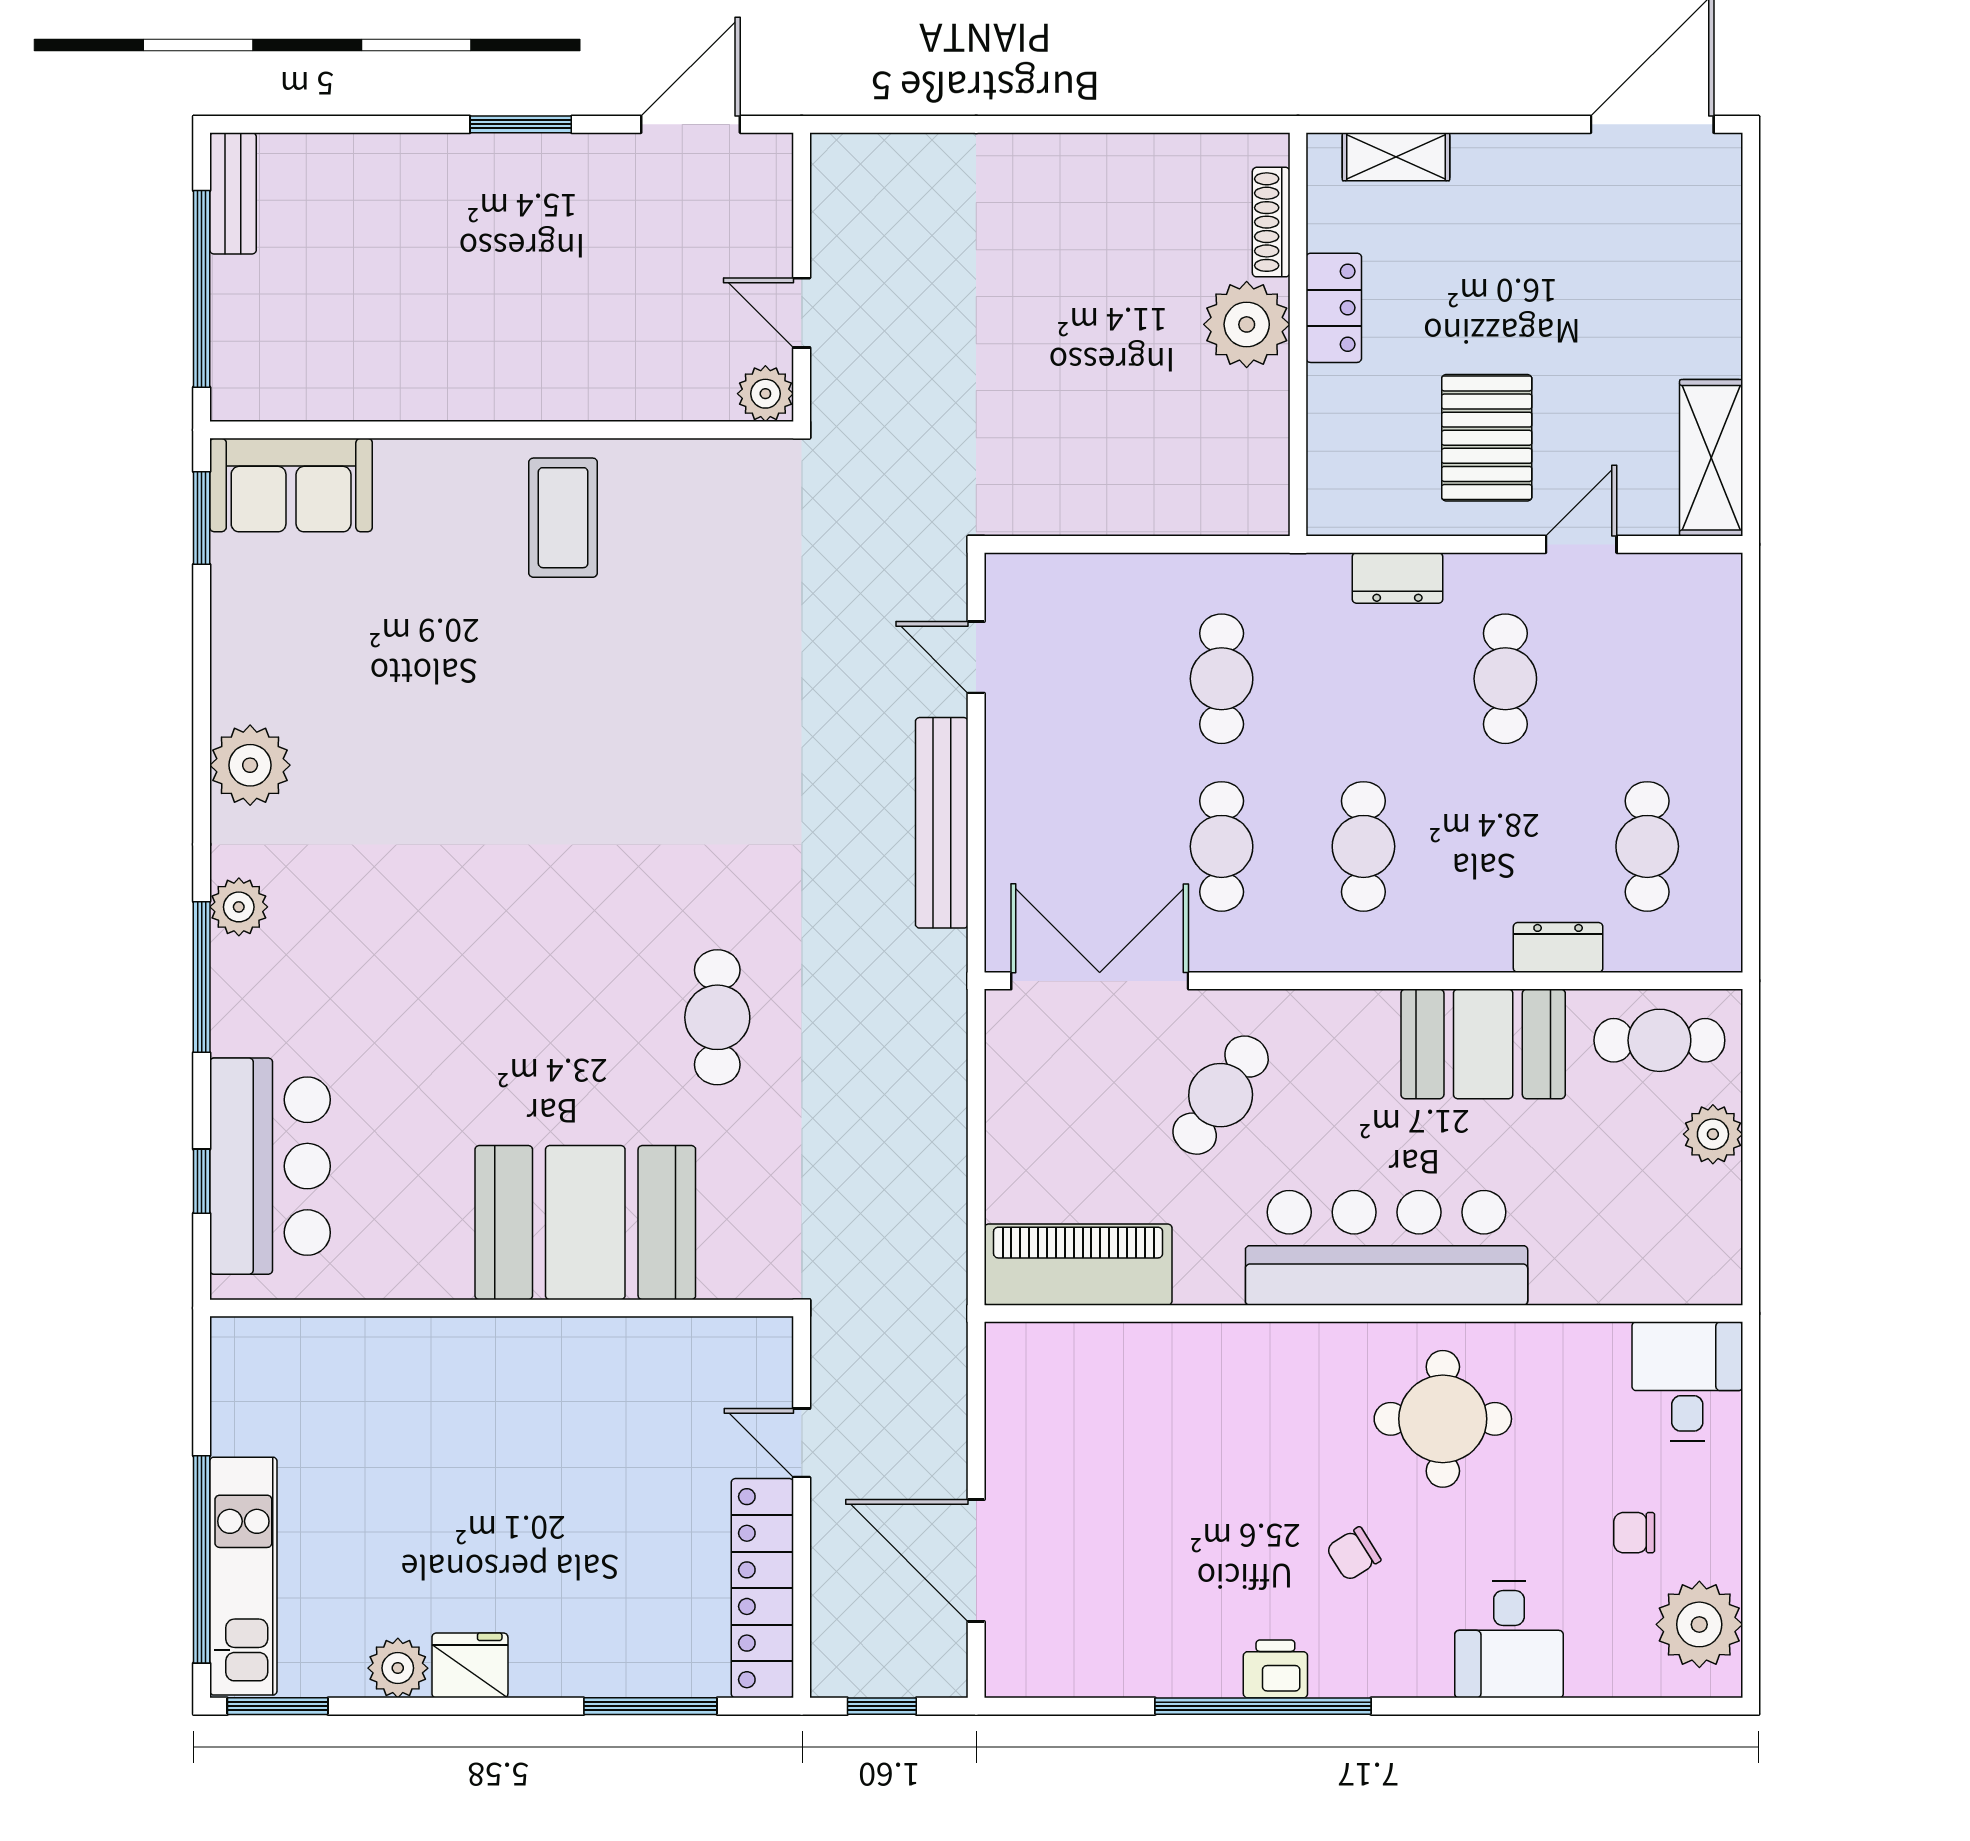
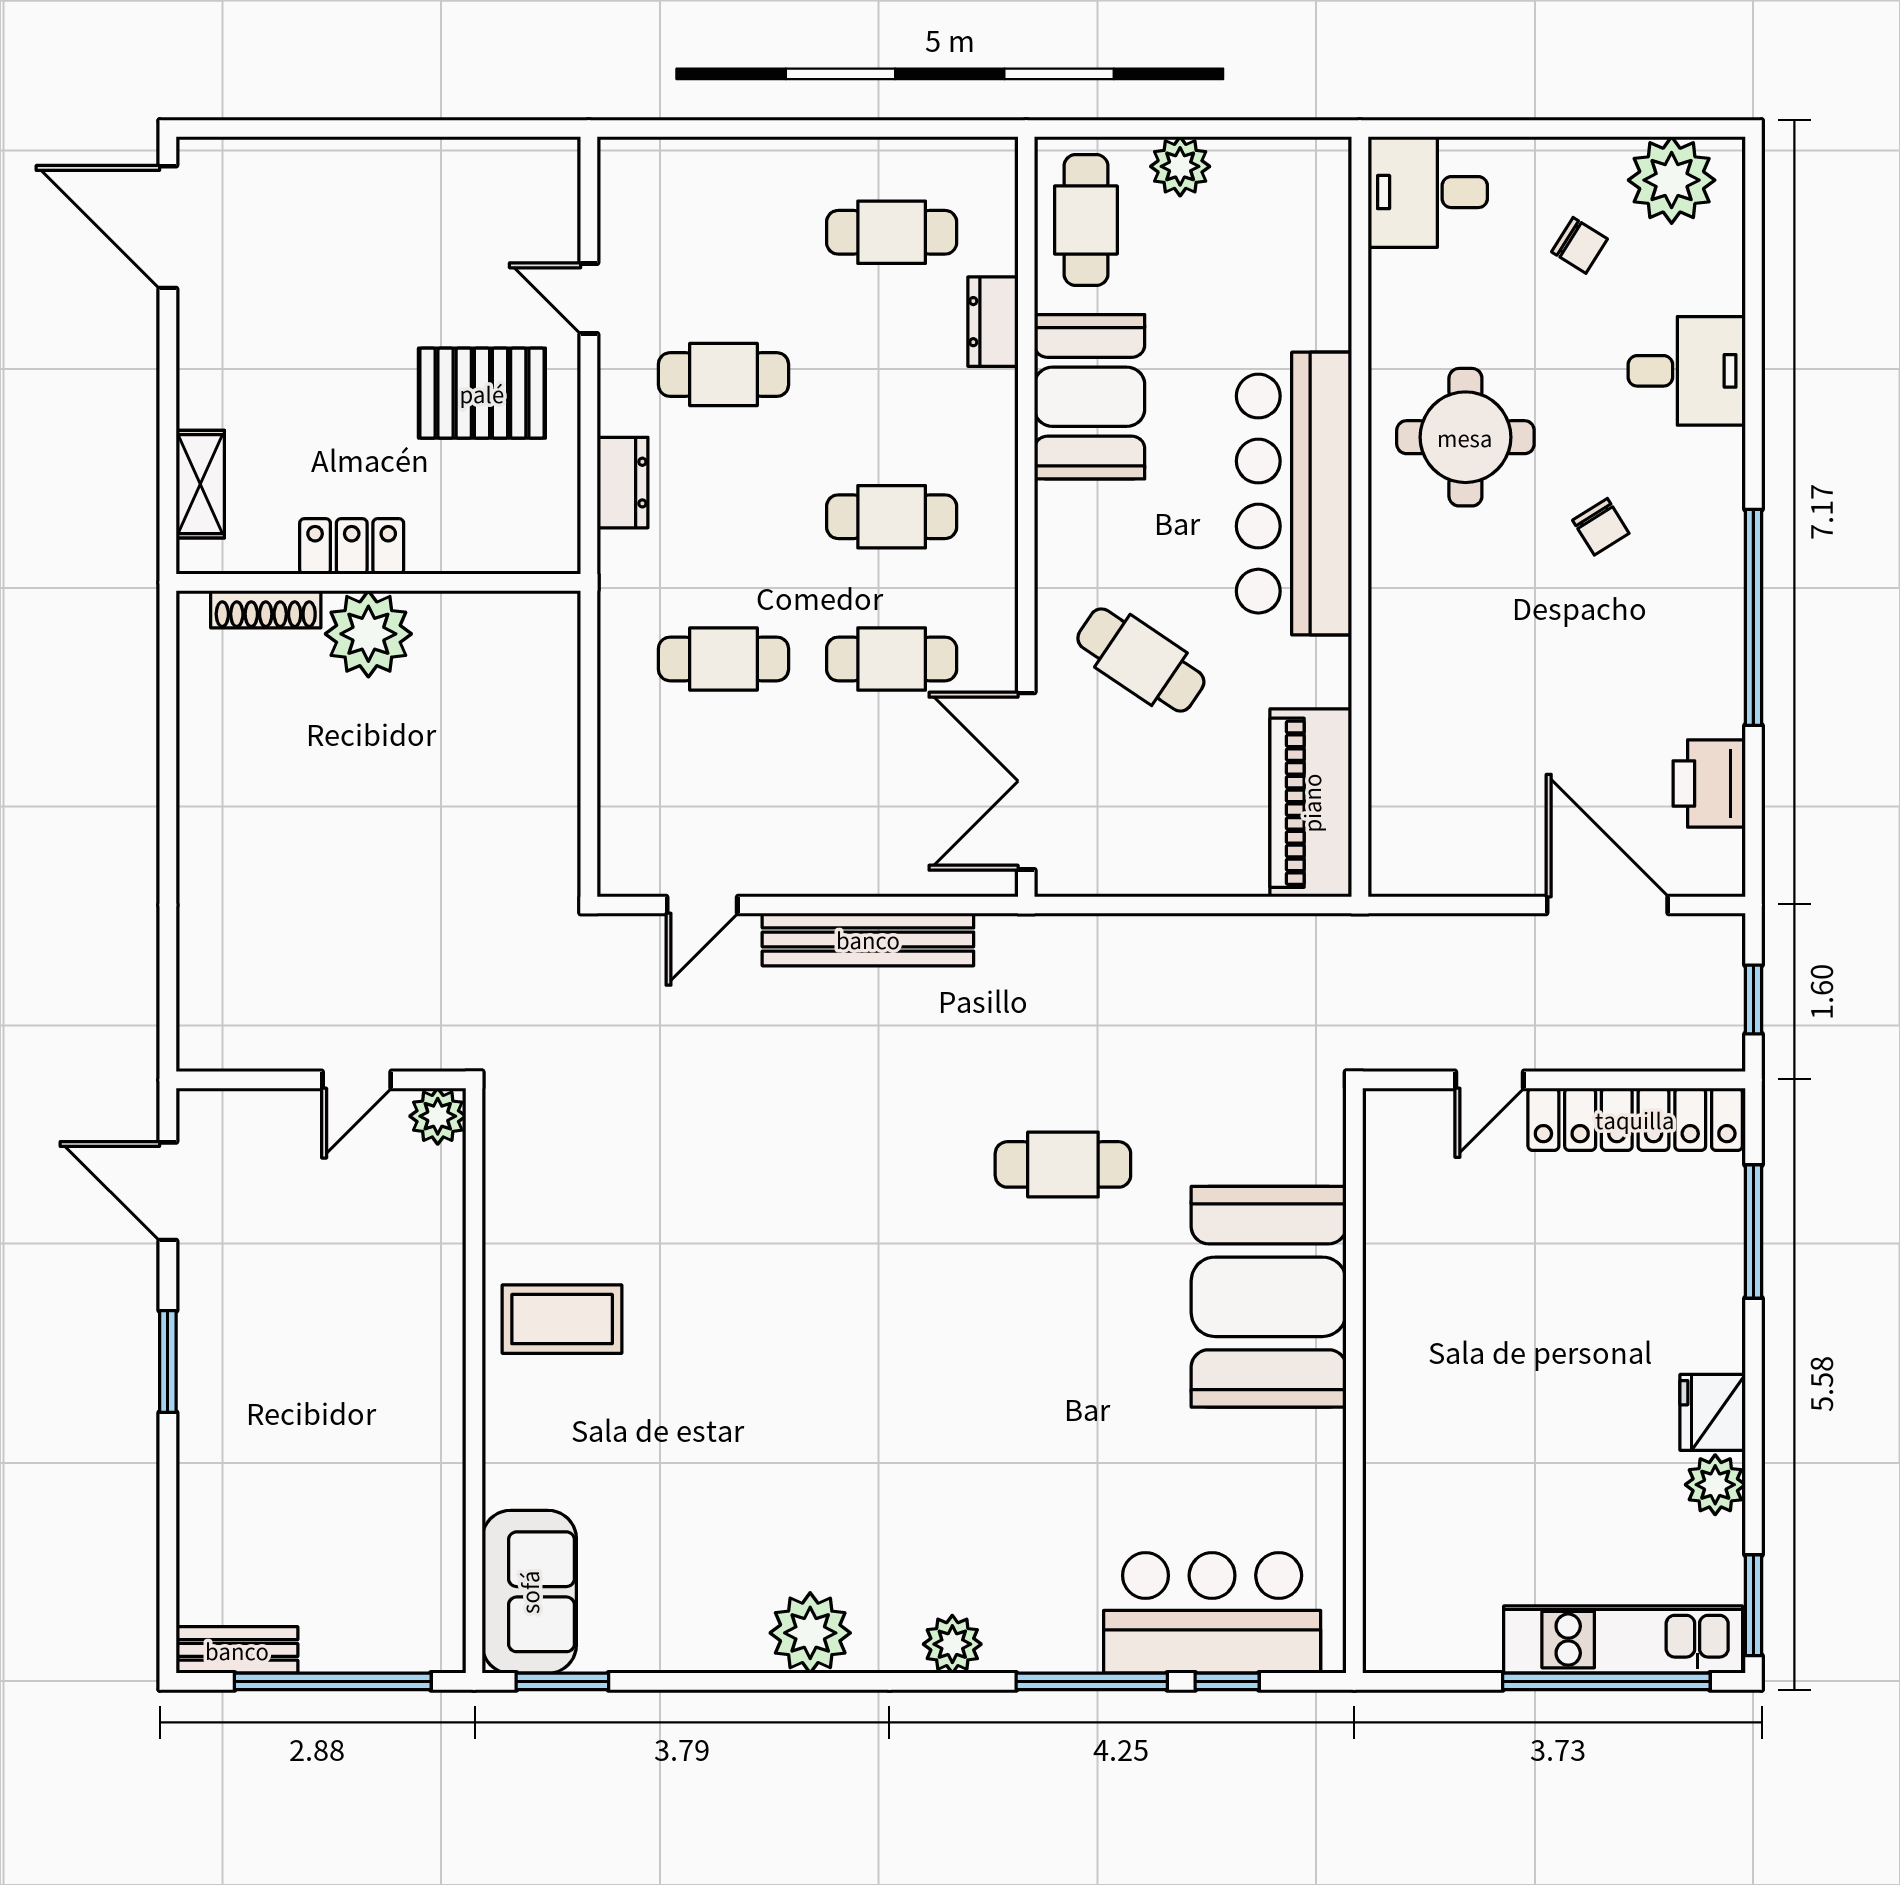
shelving: (1711, 458) -> (502, 168), removed
window: (202, 977) -> (1092, 1681), moved
chair: (1634, 1533) -> (1580, 245), turned -58
door: (976, 1561) -> (1607, 905), swing flipped
printer: (1275, 1669) -> (1709, 784), moved, width x1.36, depth x1.24

